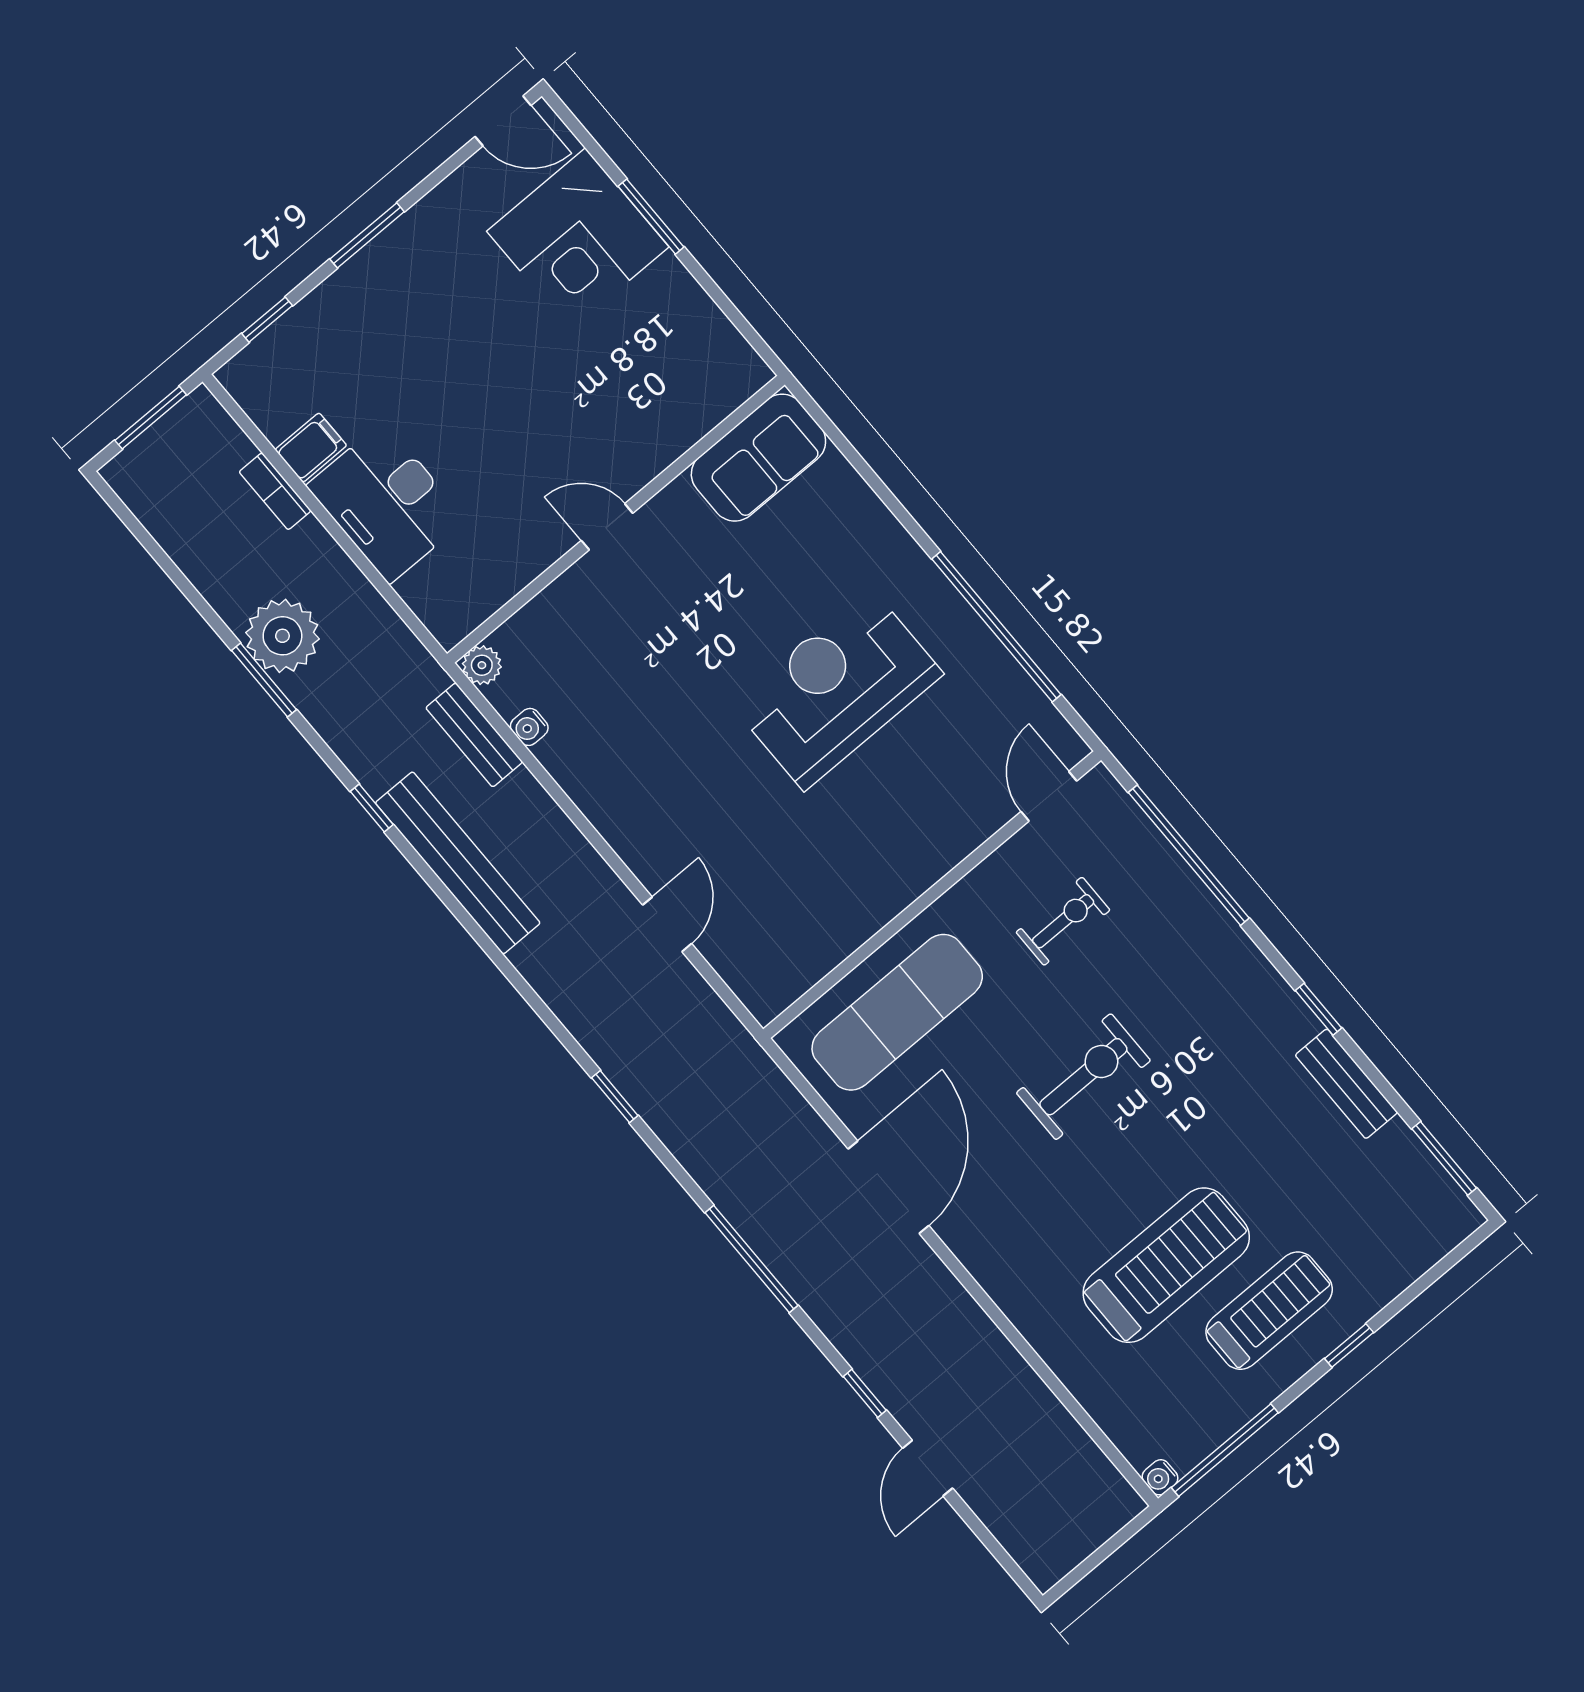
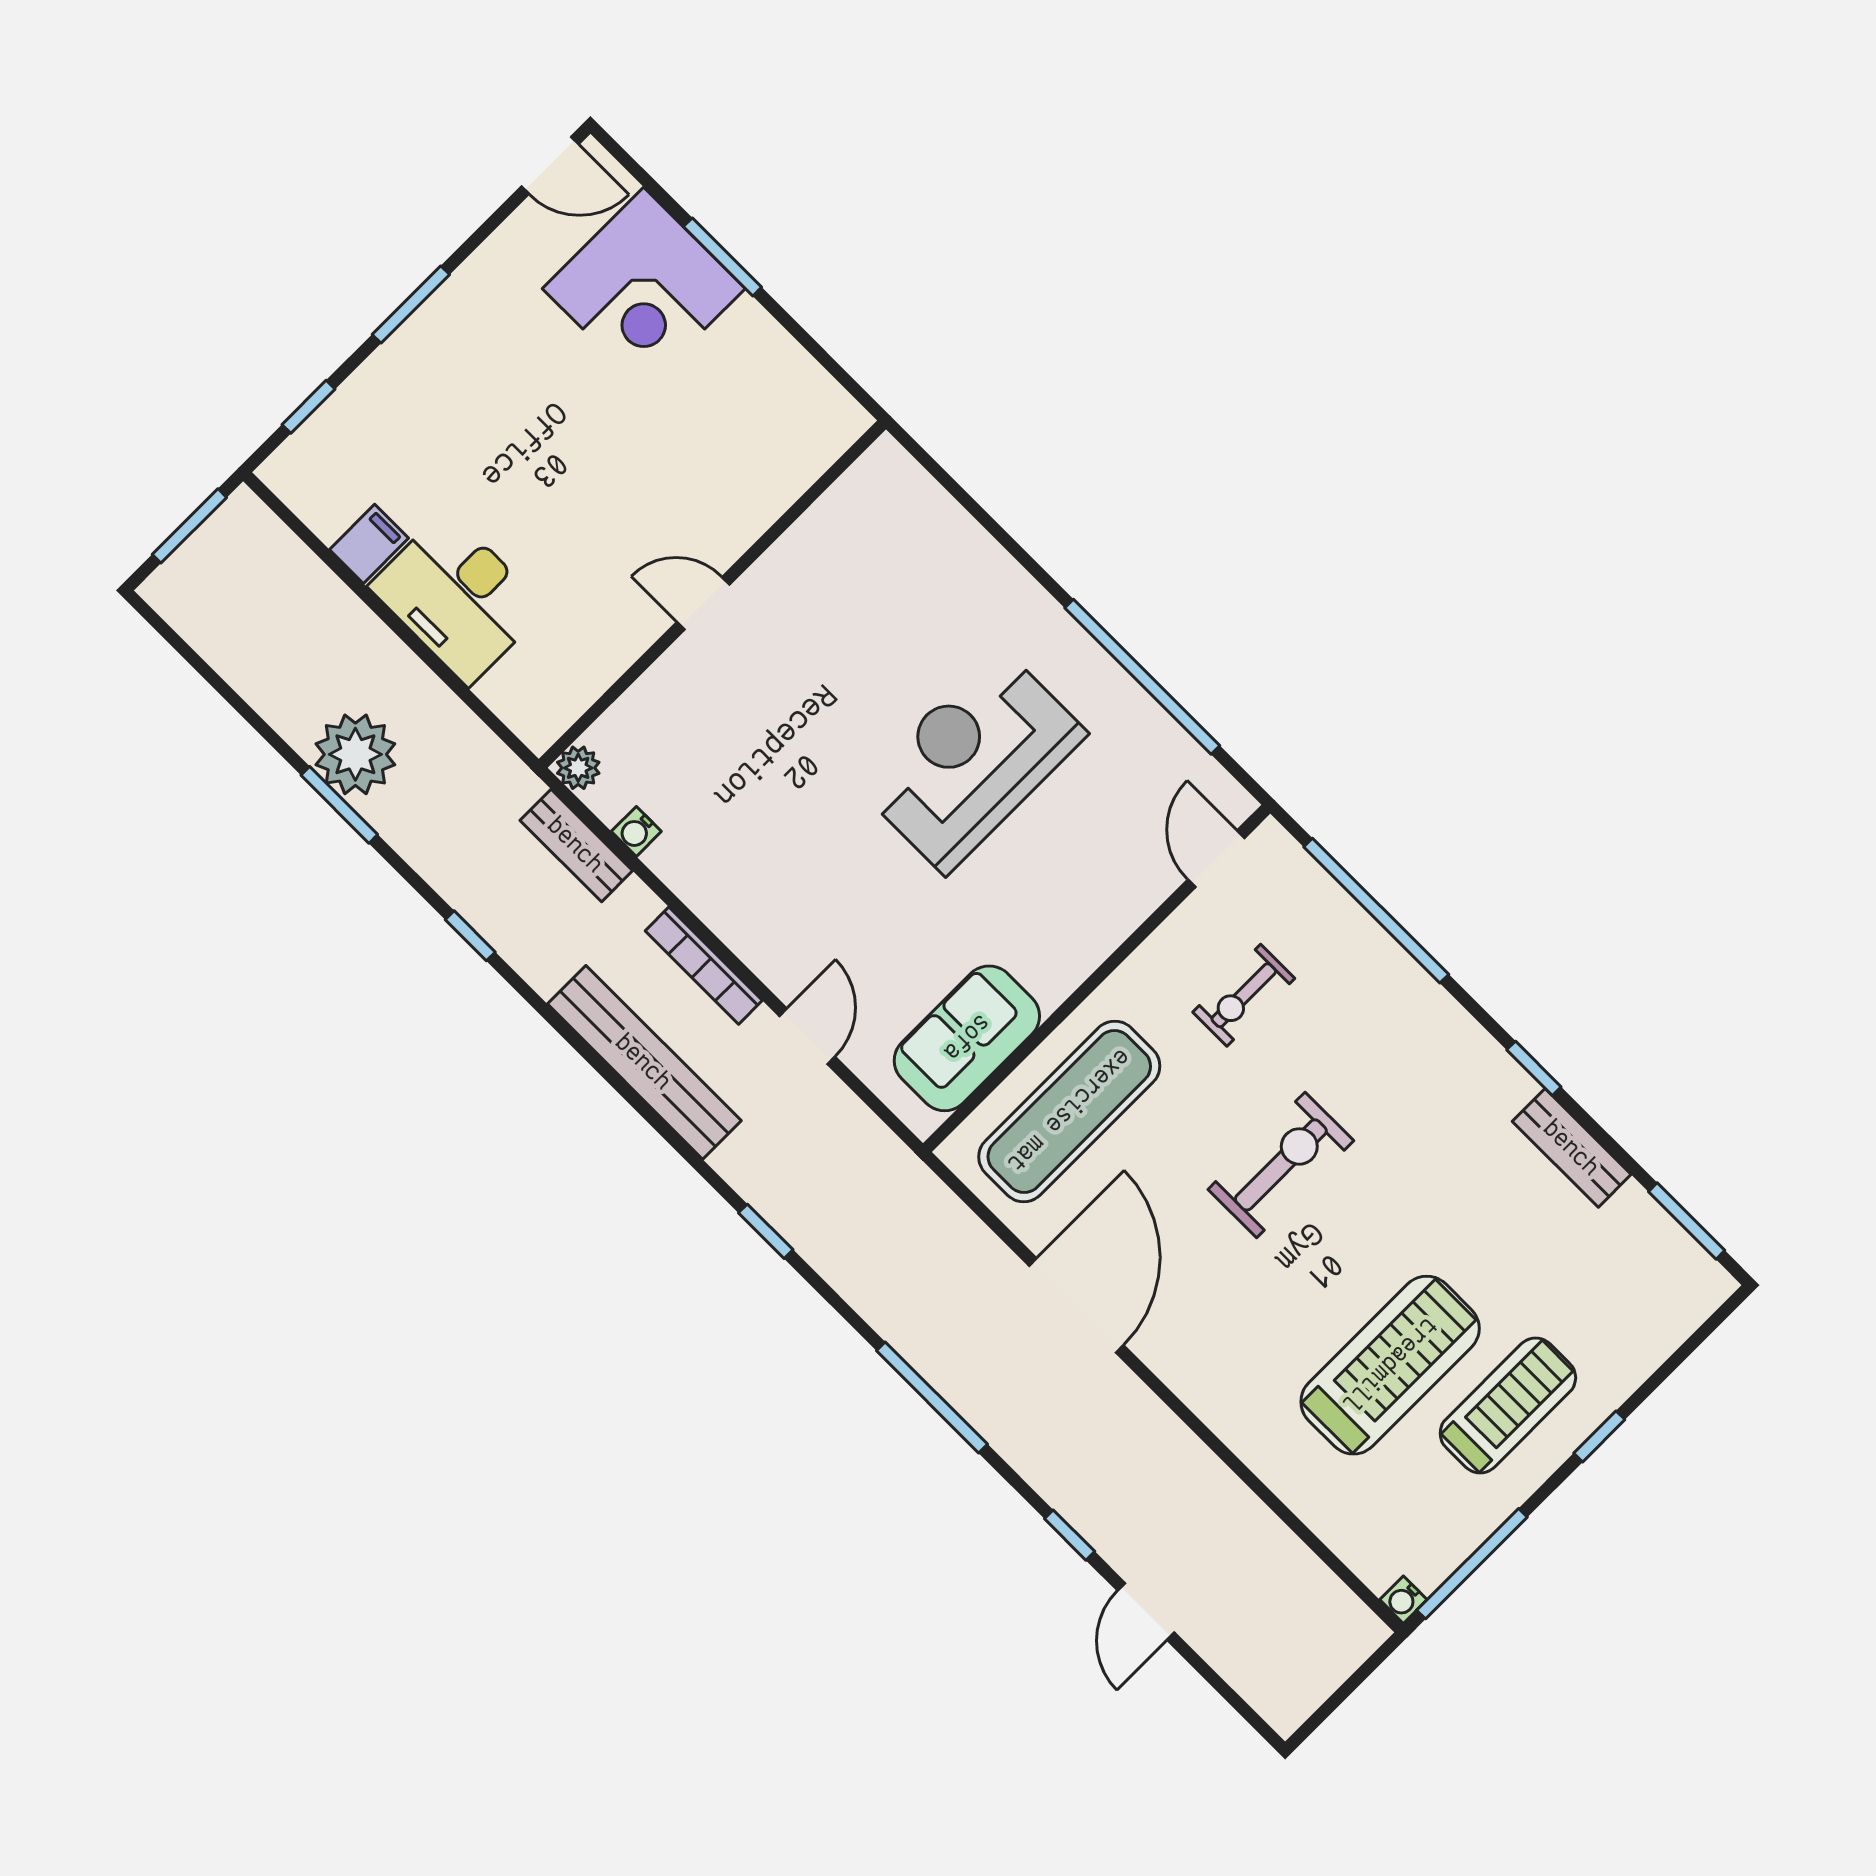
sofa: (758, 458) -> (967, 1038), moved, turned 180
bookcase: (275, 491) -> (704, 966), moved, width x1.56
bench: (458, 863) -> (644, 1062), moved
exercise bike: (1063, 921) -> (1244, 995), turned 180

